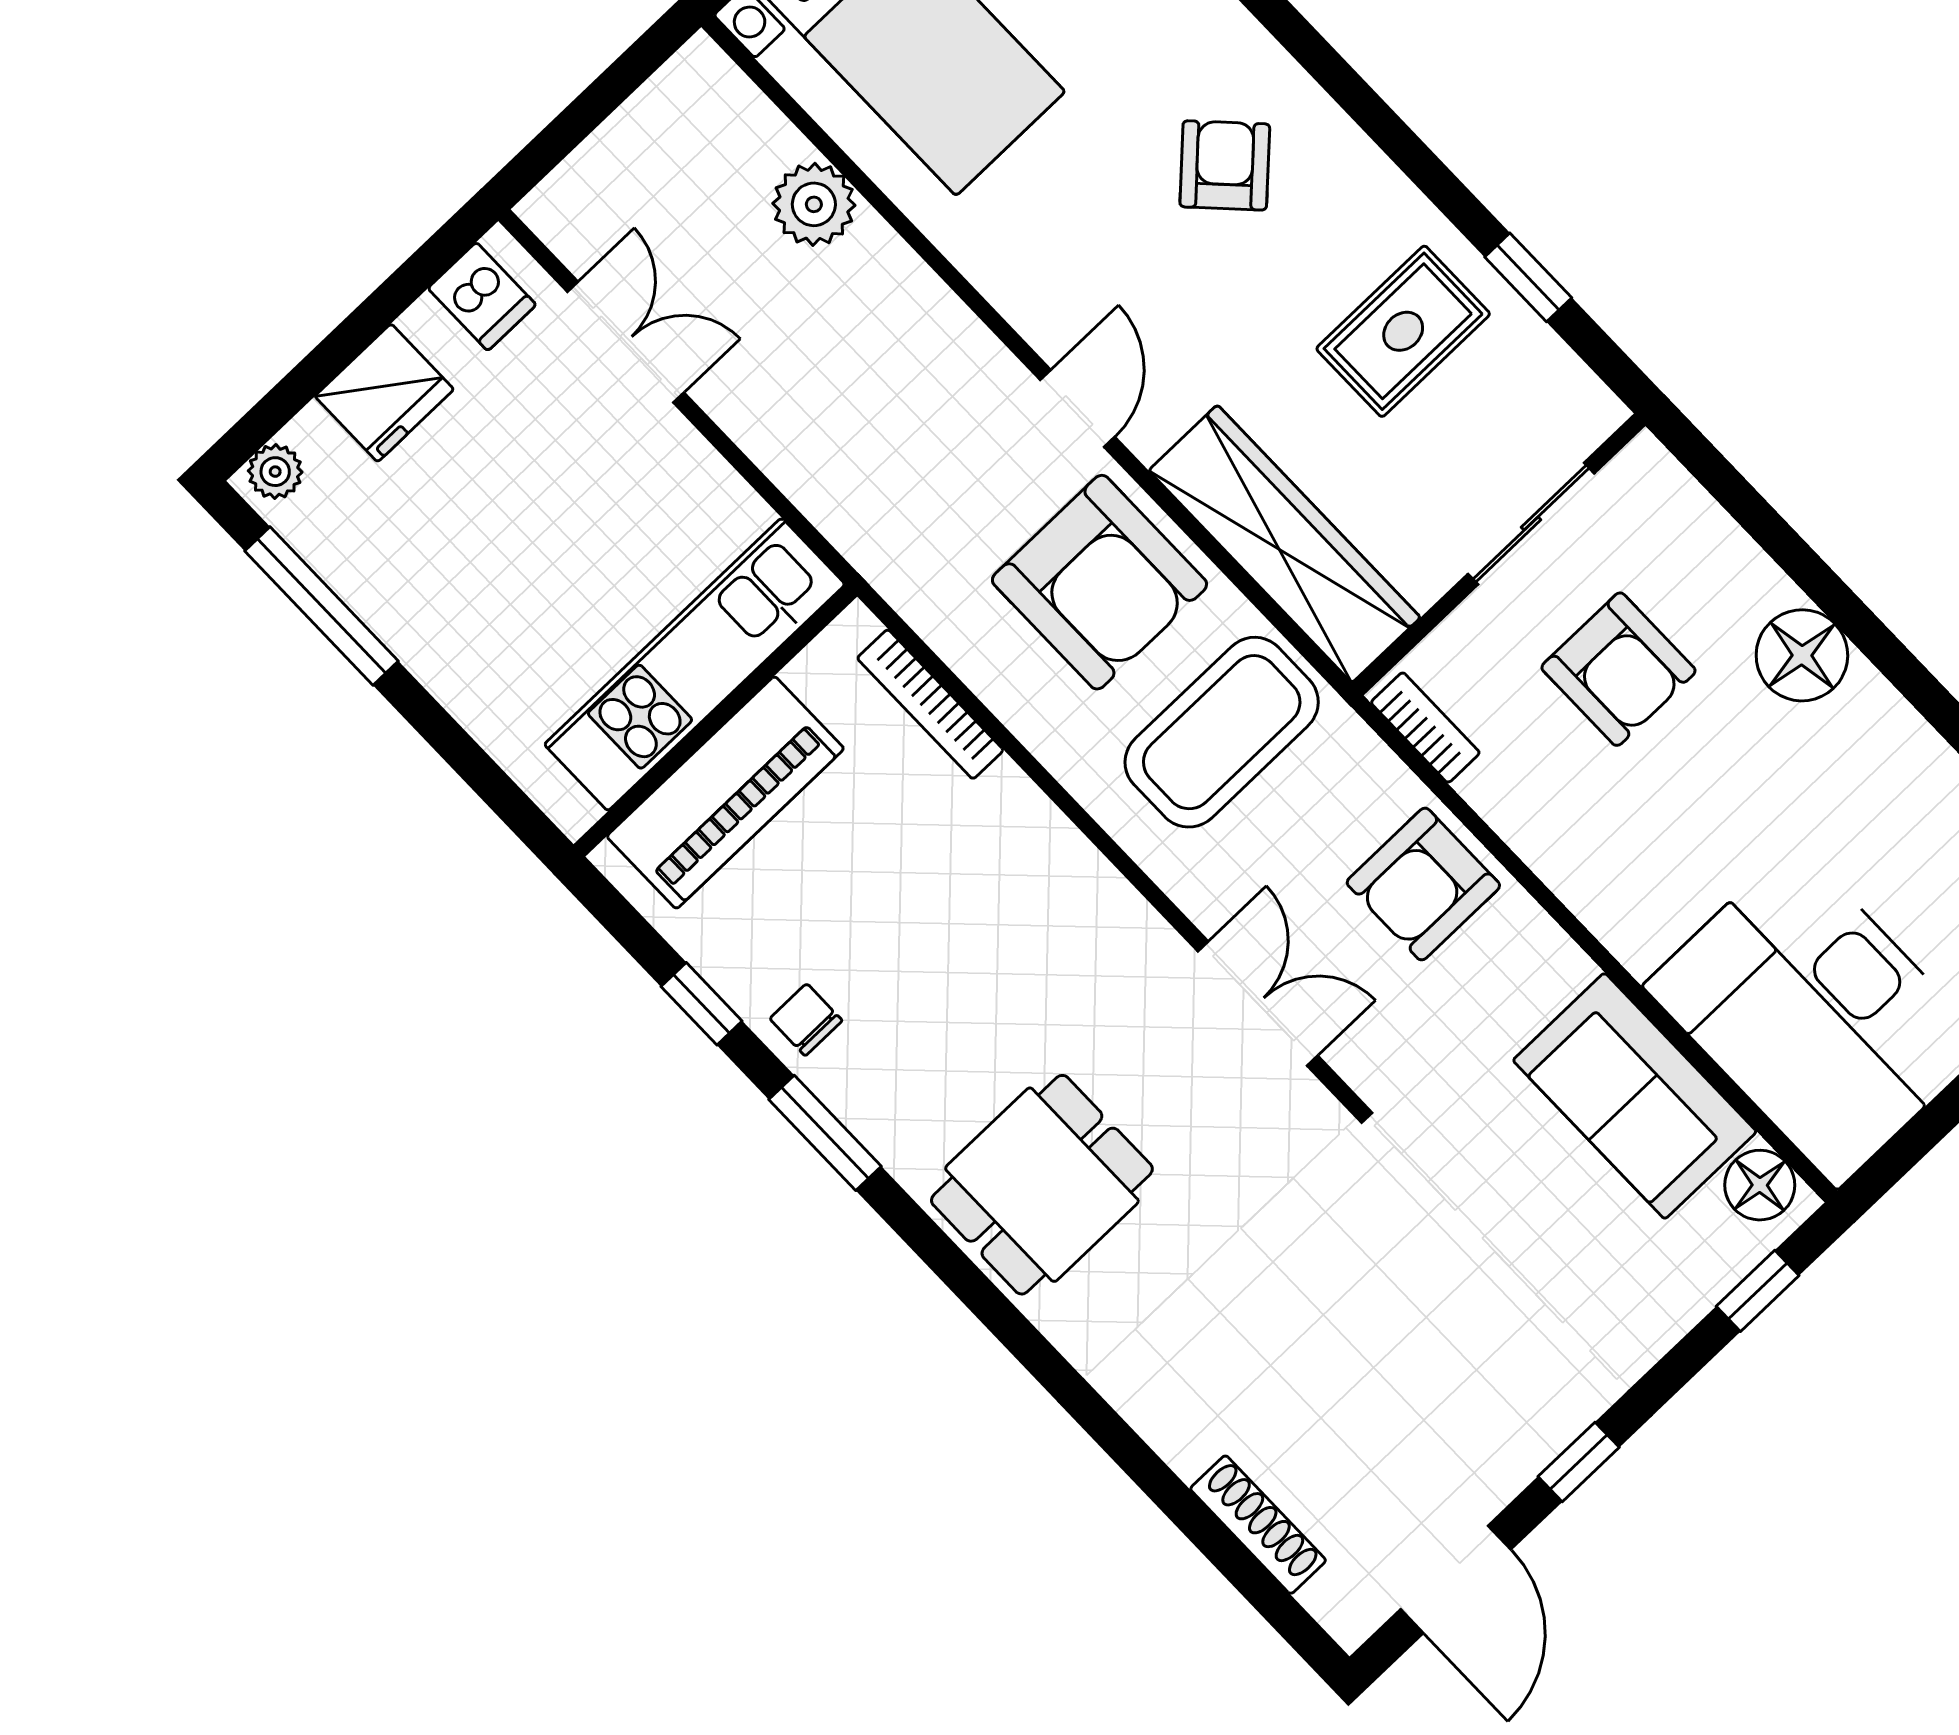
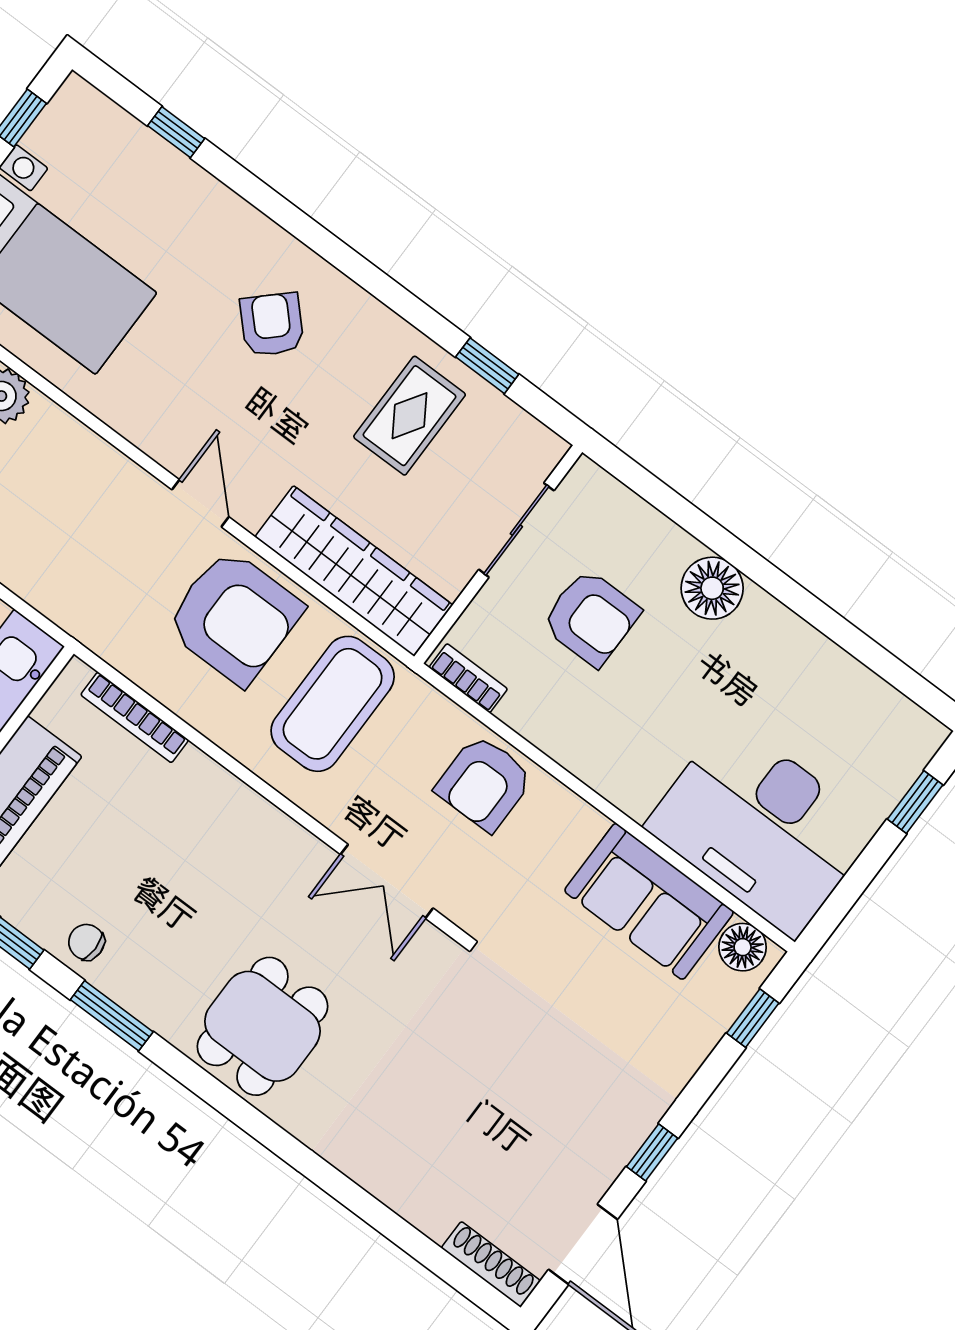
double door: (1258, 1004) -> (387, 881), swing flipped
shoe rack: (1258, 1525) -> (491, 1264), moved

